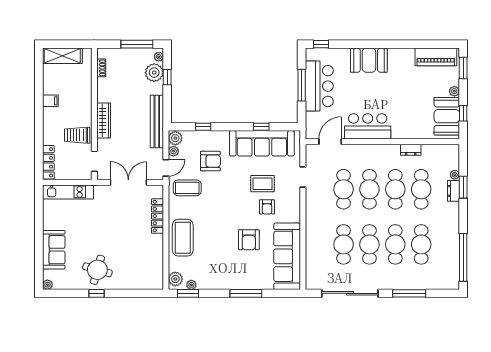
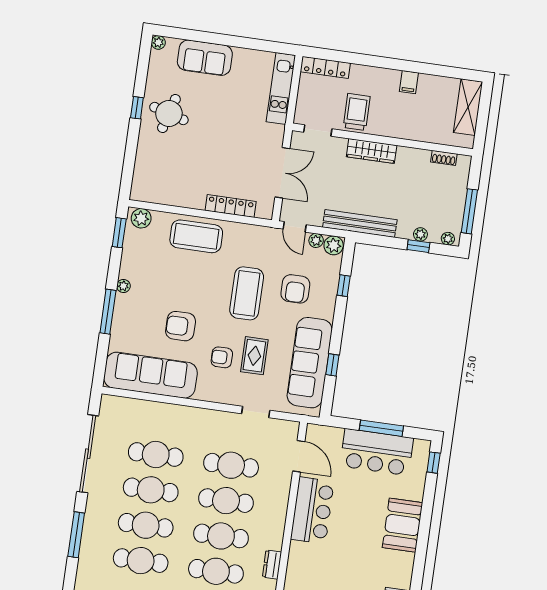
plant: (154, 73) -> (420, 234), width x0.53, depth x0.53
coffee table: (187, 188) -> (247, 293), moved, width x1.36, depth x1.32
plant: (191, 285) -> (123, 286), moved

